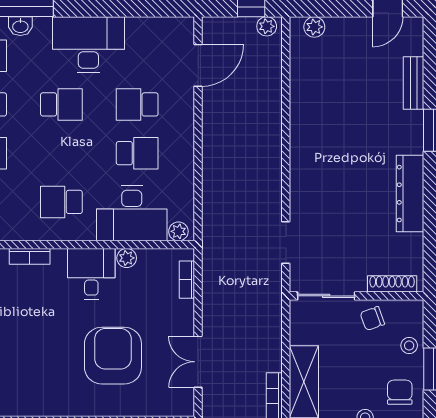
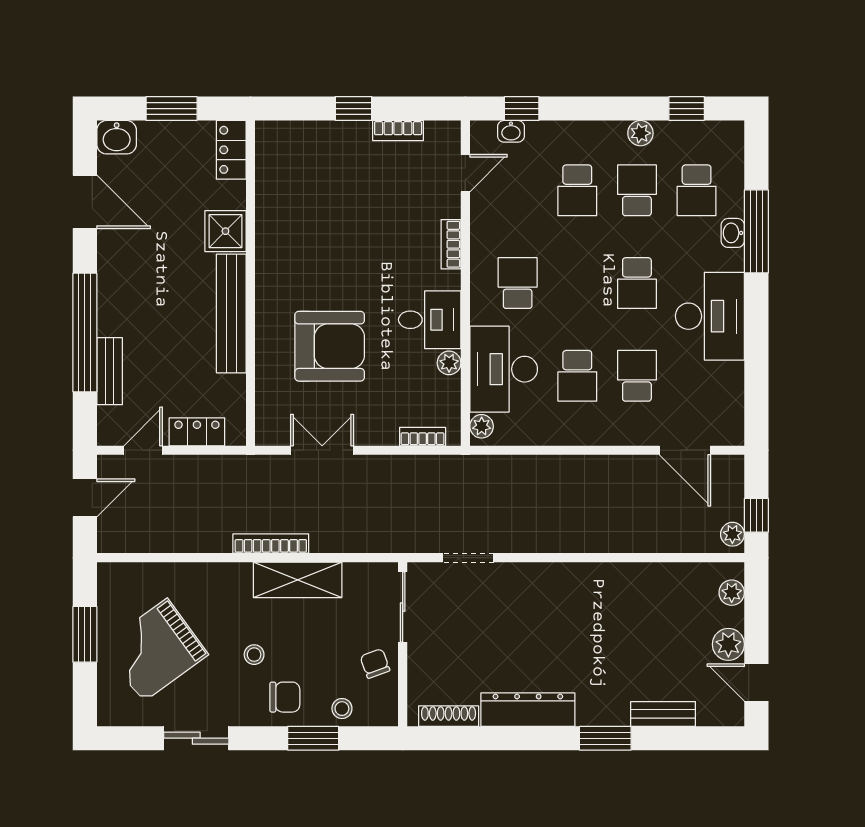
plant: (357, 30) -> (728, 644), added
shoe rack: (392, 284) -> (449, 716), moved, turned -90

